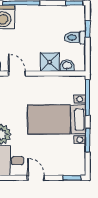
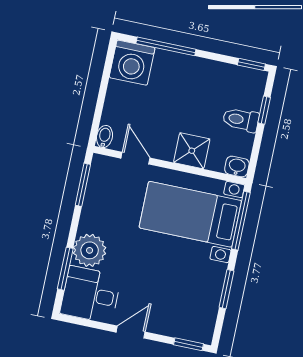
washbasin: (67, 66) -> (237, 166), moved
bed with nightstands: (57, 119) -> (190, 214), moved
door: (36, 178) -> (131, 332), hinge flipped

